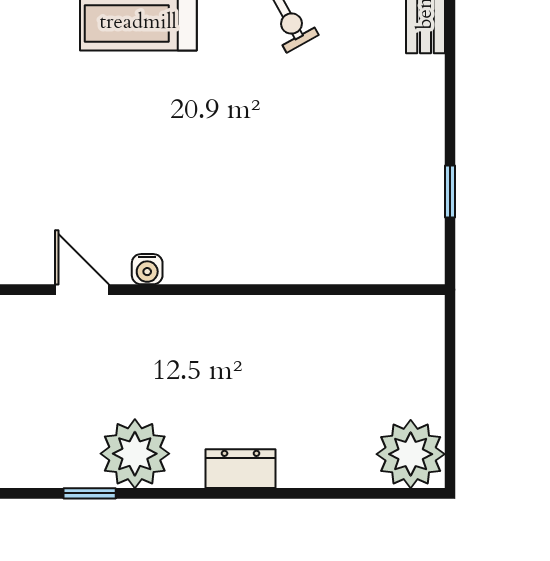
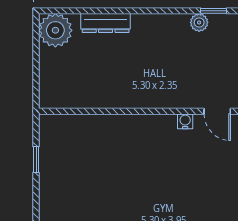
plant: (135, 454) -> (199, 22), width x0.53, depth x0.53
dresser: (241, 469) -> (106, 23), moved, width x1.44

